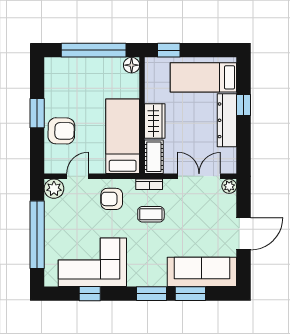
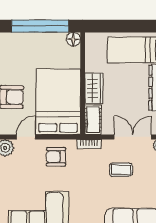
window: (169, 50) -> (106, 26), removed
bed: (123, 136) -> (58, 102), width x1.50
coffee table: (151, 214) -> (121, 170), moved

